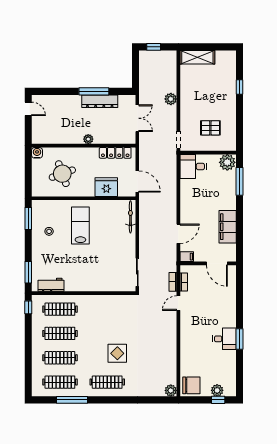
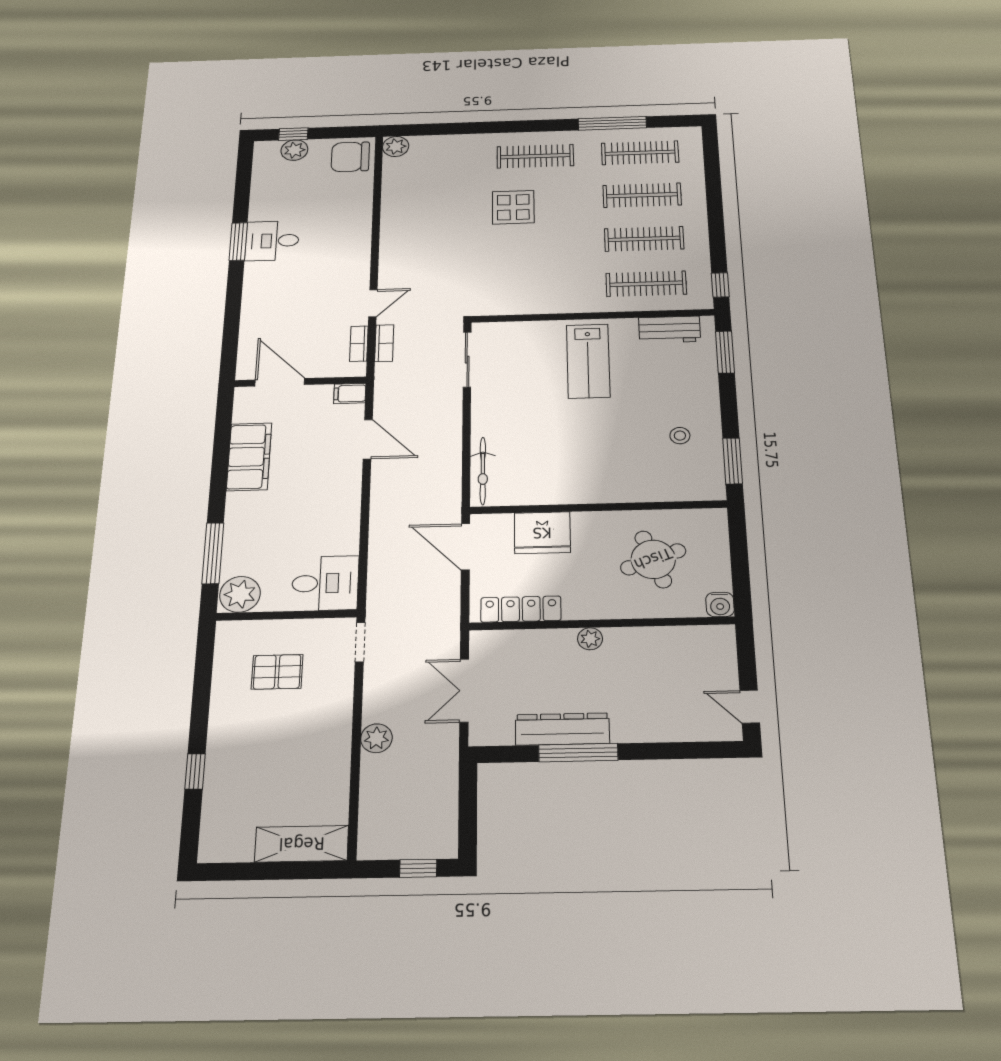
lab bench: (80, 225) -> (588, 361), moved
door: (178, 234) -> (368, 439), swing flipped

